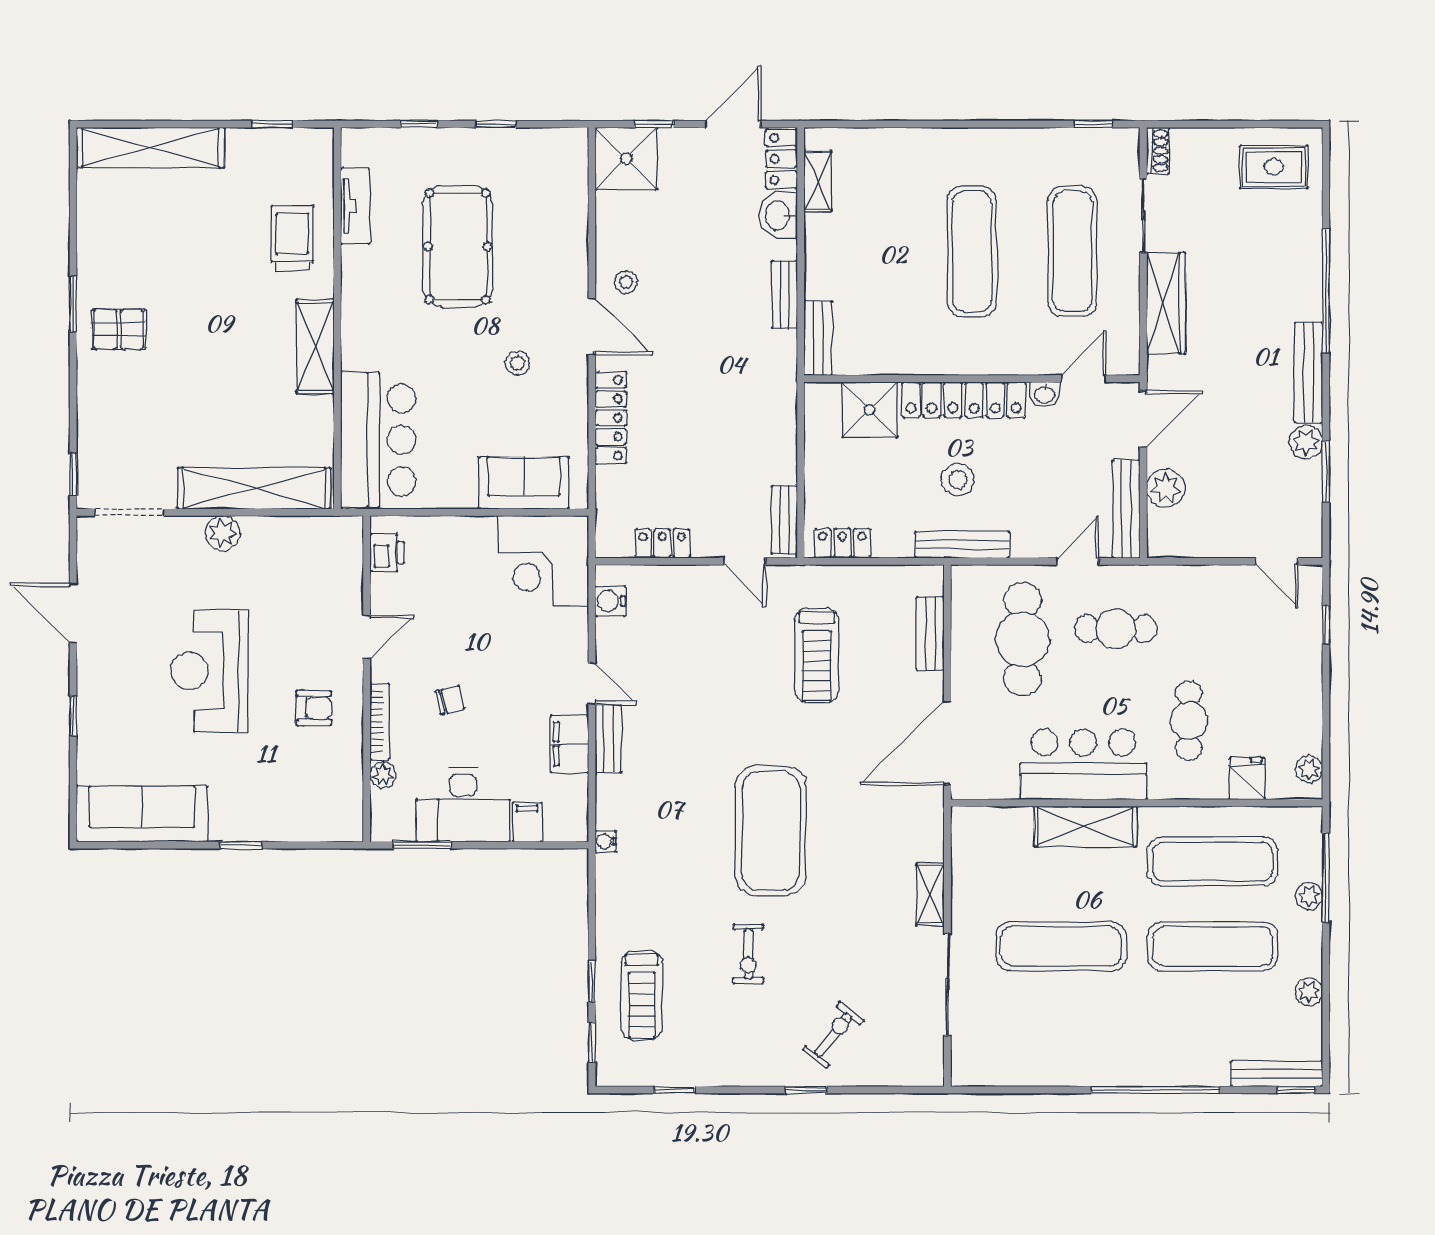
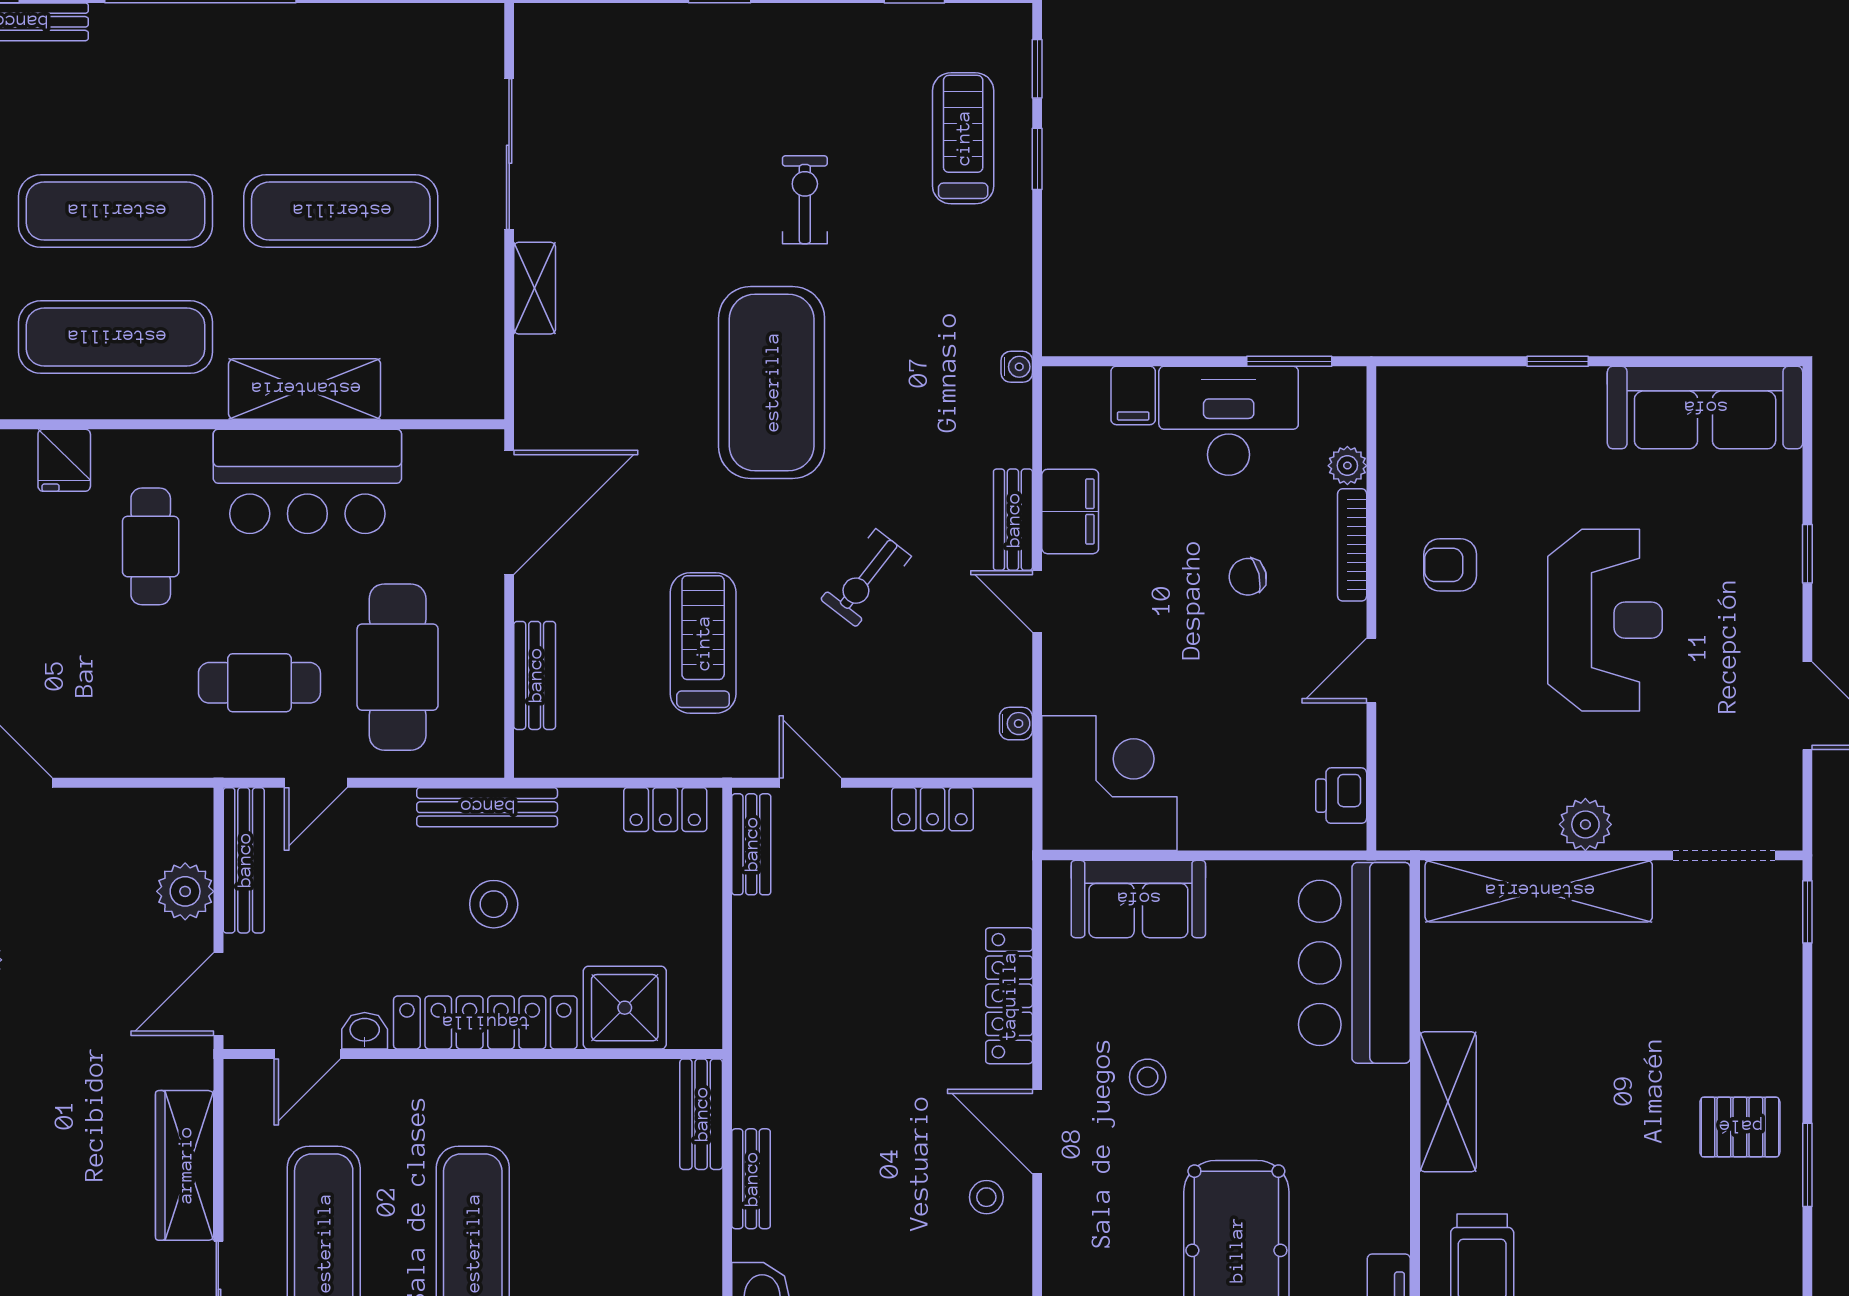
water cooler: (610, 601) -> (1016, 724), width x0.72, depth x0.72
exercise bike: (833, 1035) -> (866, 578), moved

